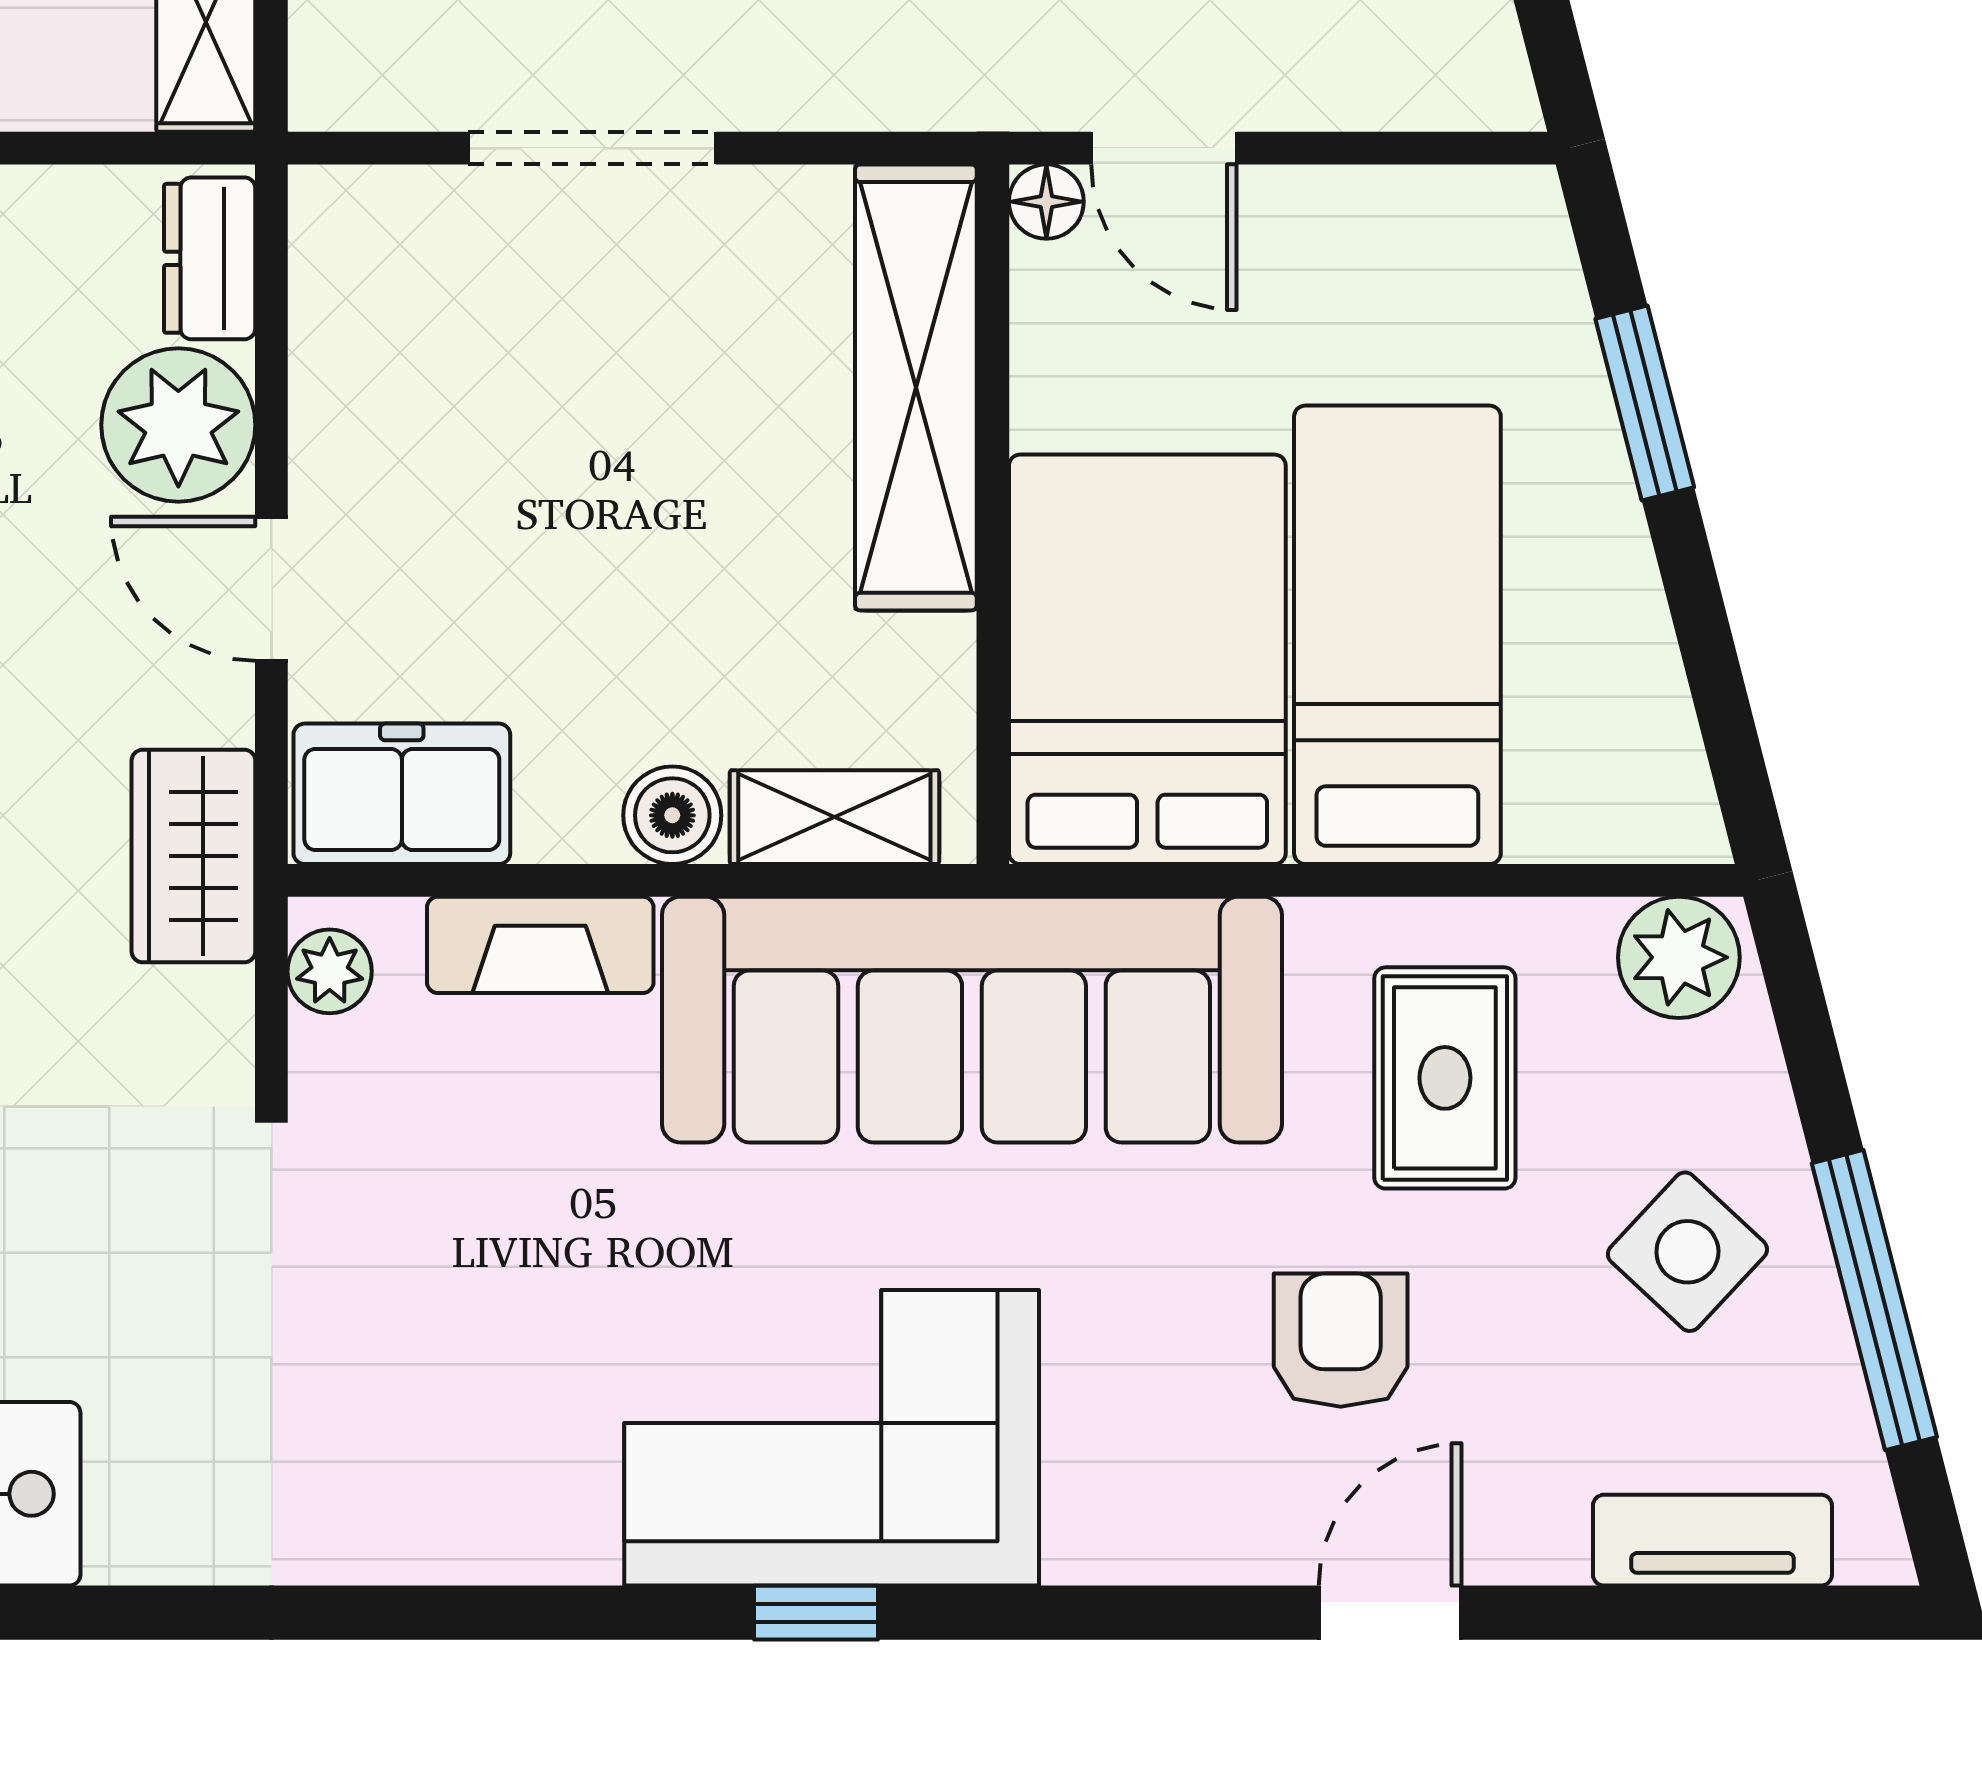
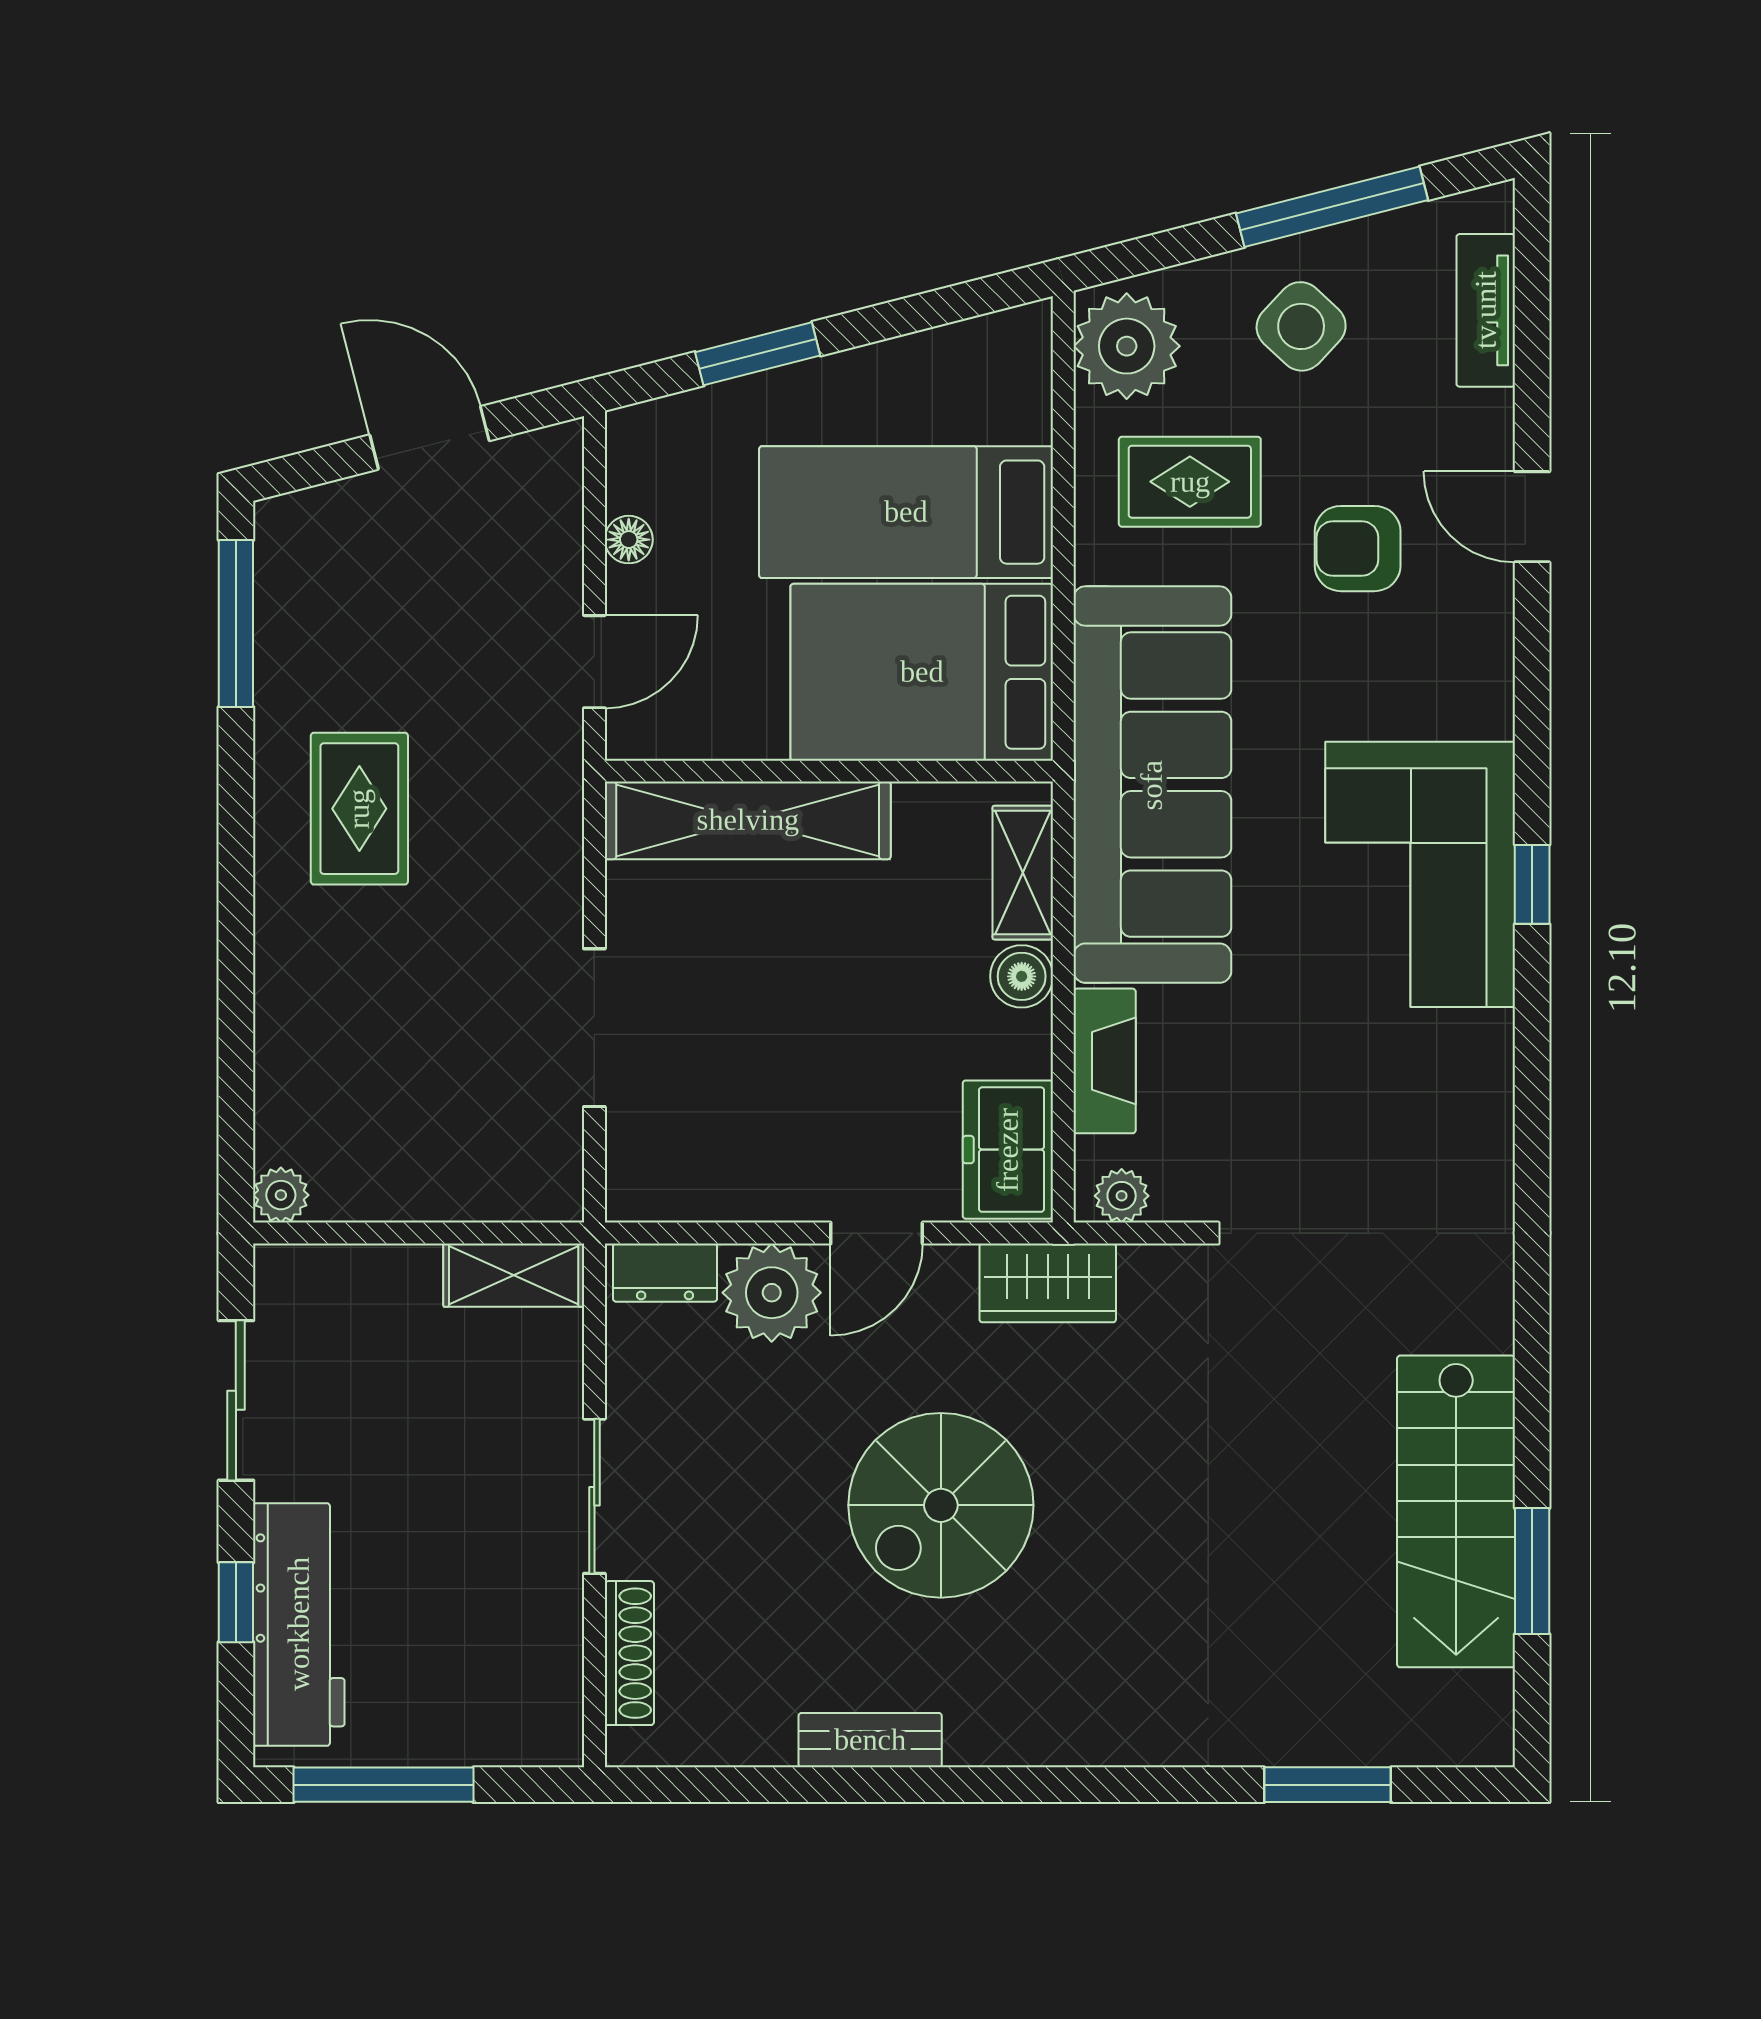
floor lamp: (1046, 202) -> (629, 540), moved
plant: (1679, 957) -> (1127, 346), width x1.36, depth x1.36

